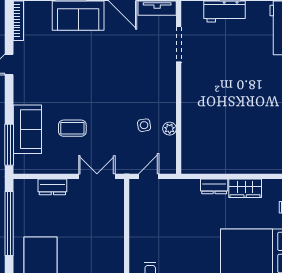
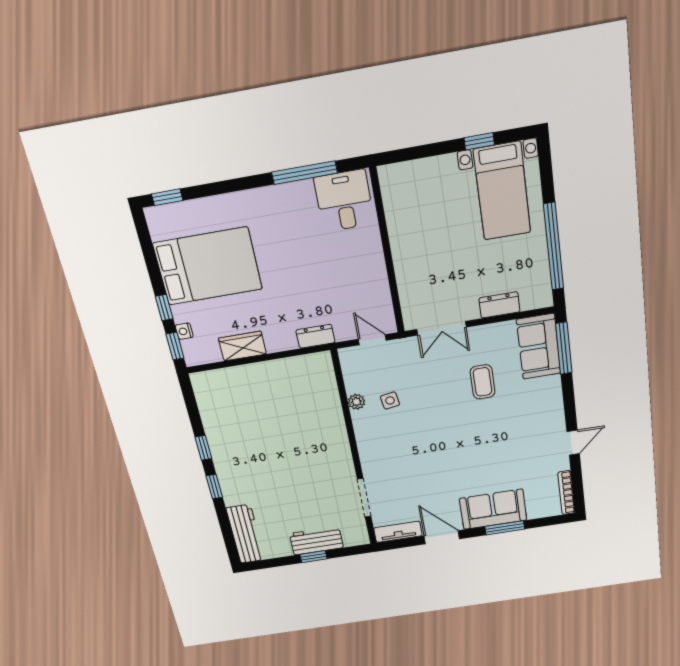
coffee table: (72, 128) -> (483, 382), turned 90
sofa: (27, 129) -> (539, 346), moved
door: (149, 176) -> (372, 340), swing flipped
dresser: (214, 186) -> (315, 336), moved

